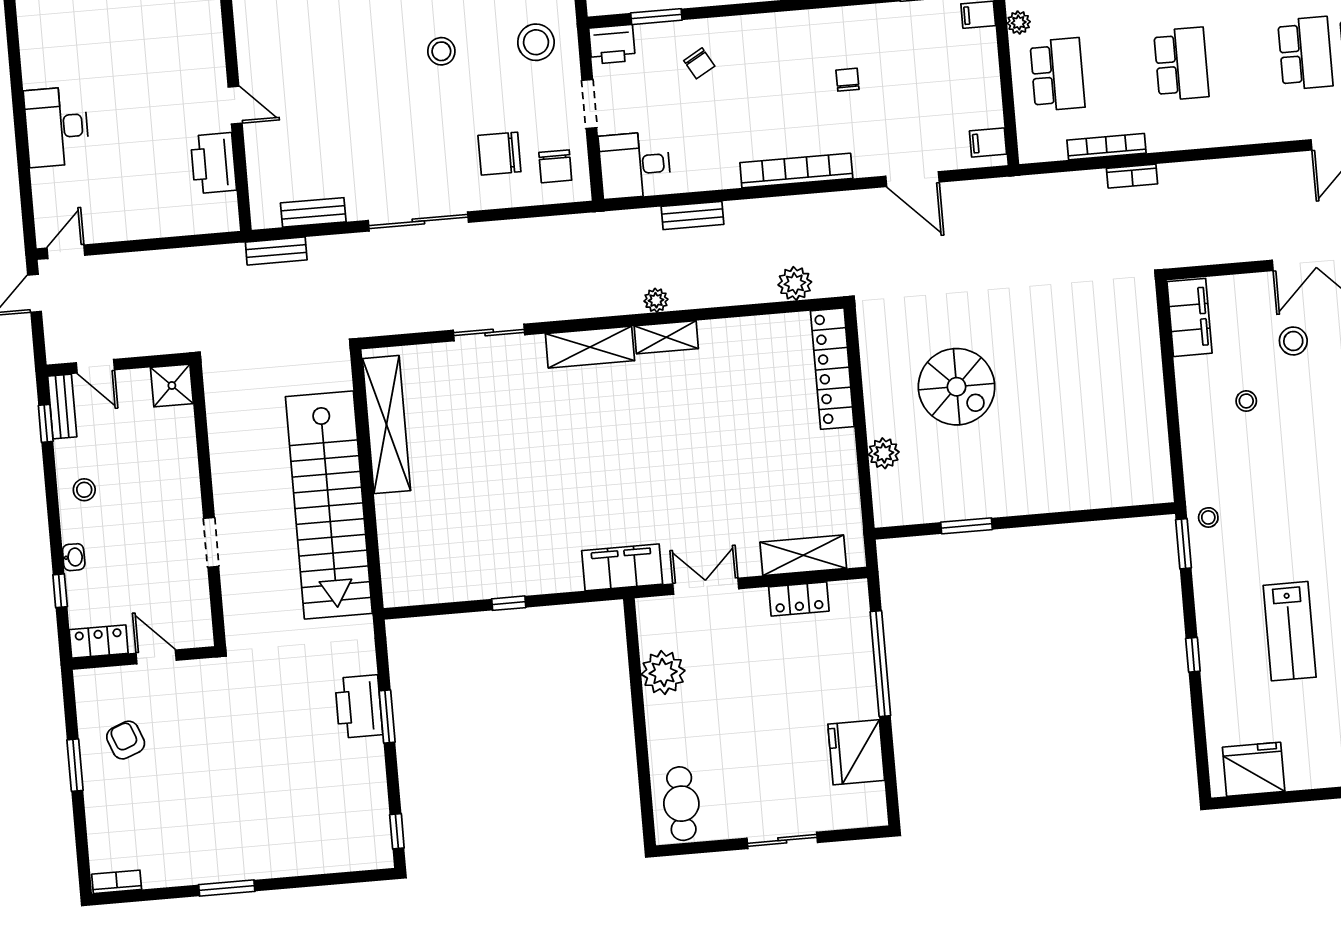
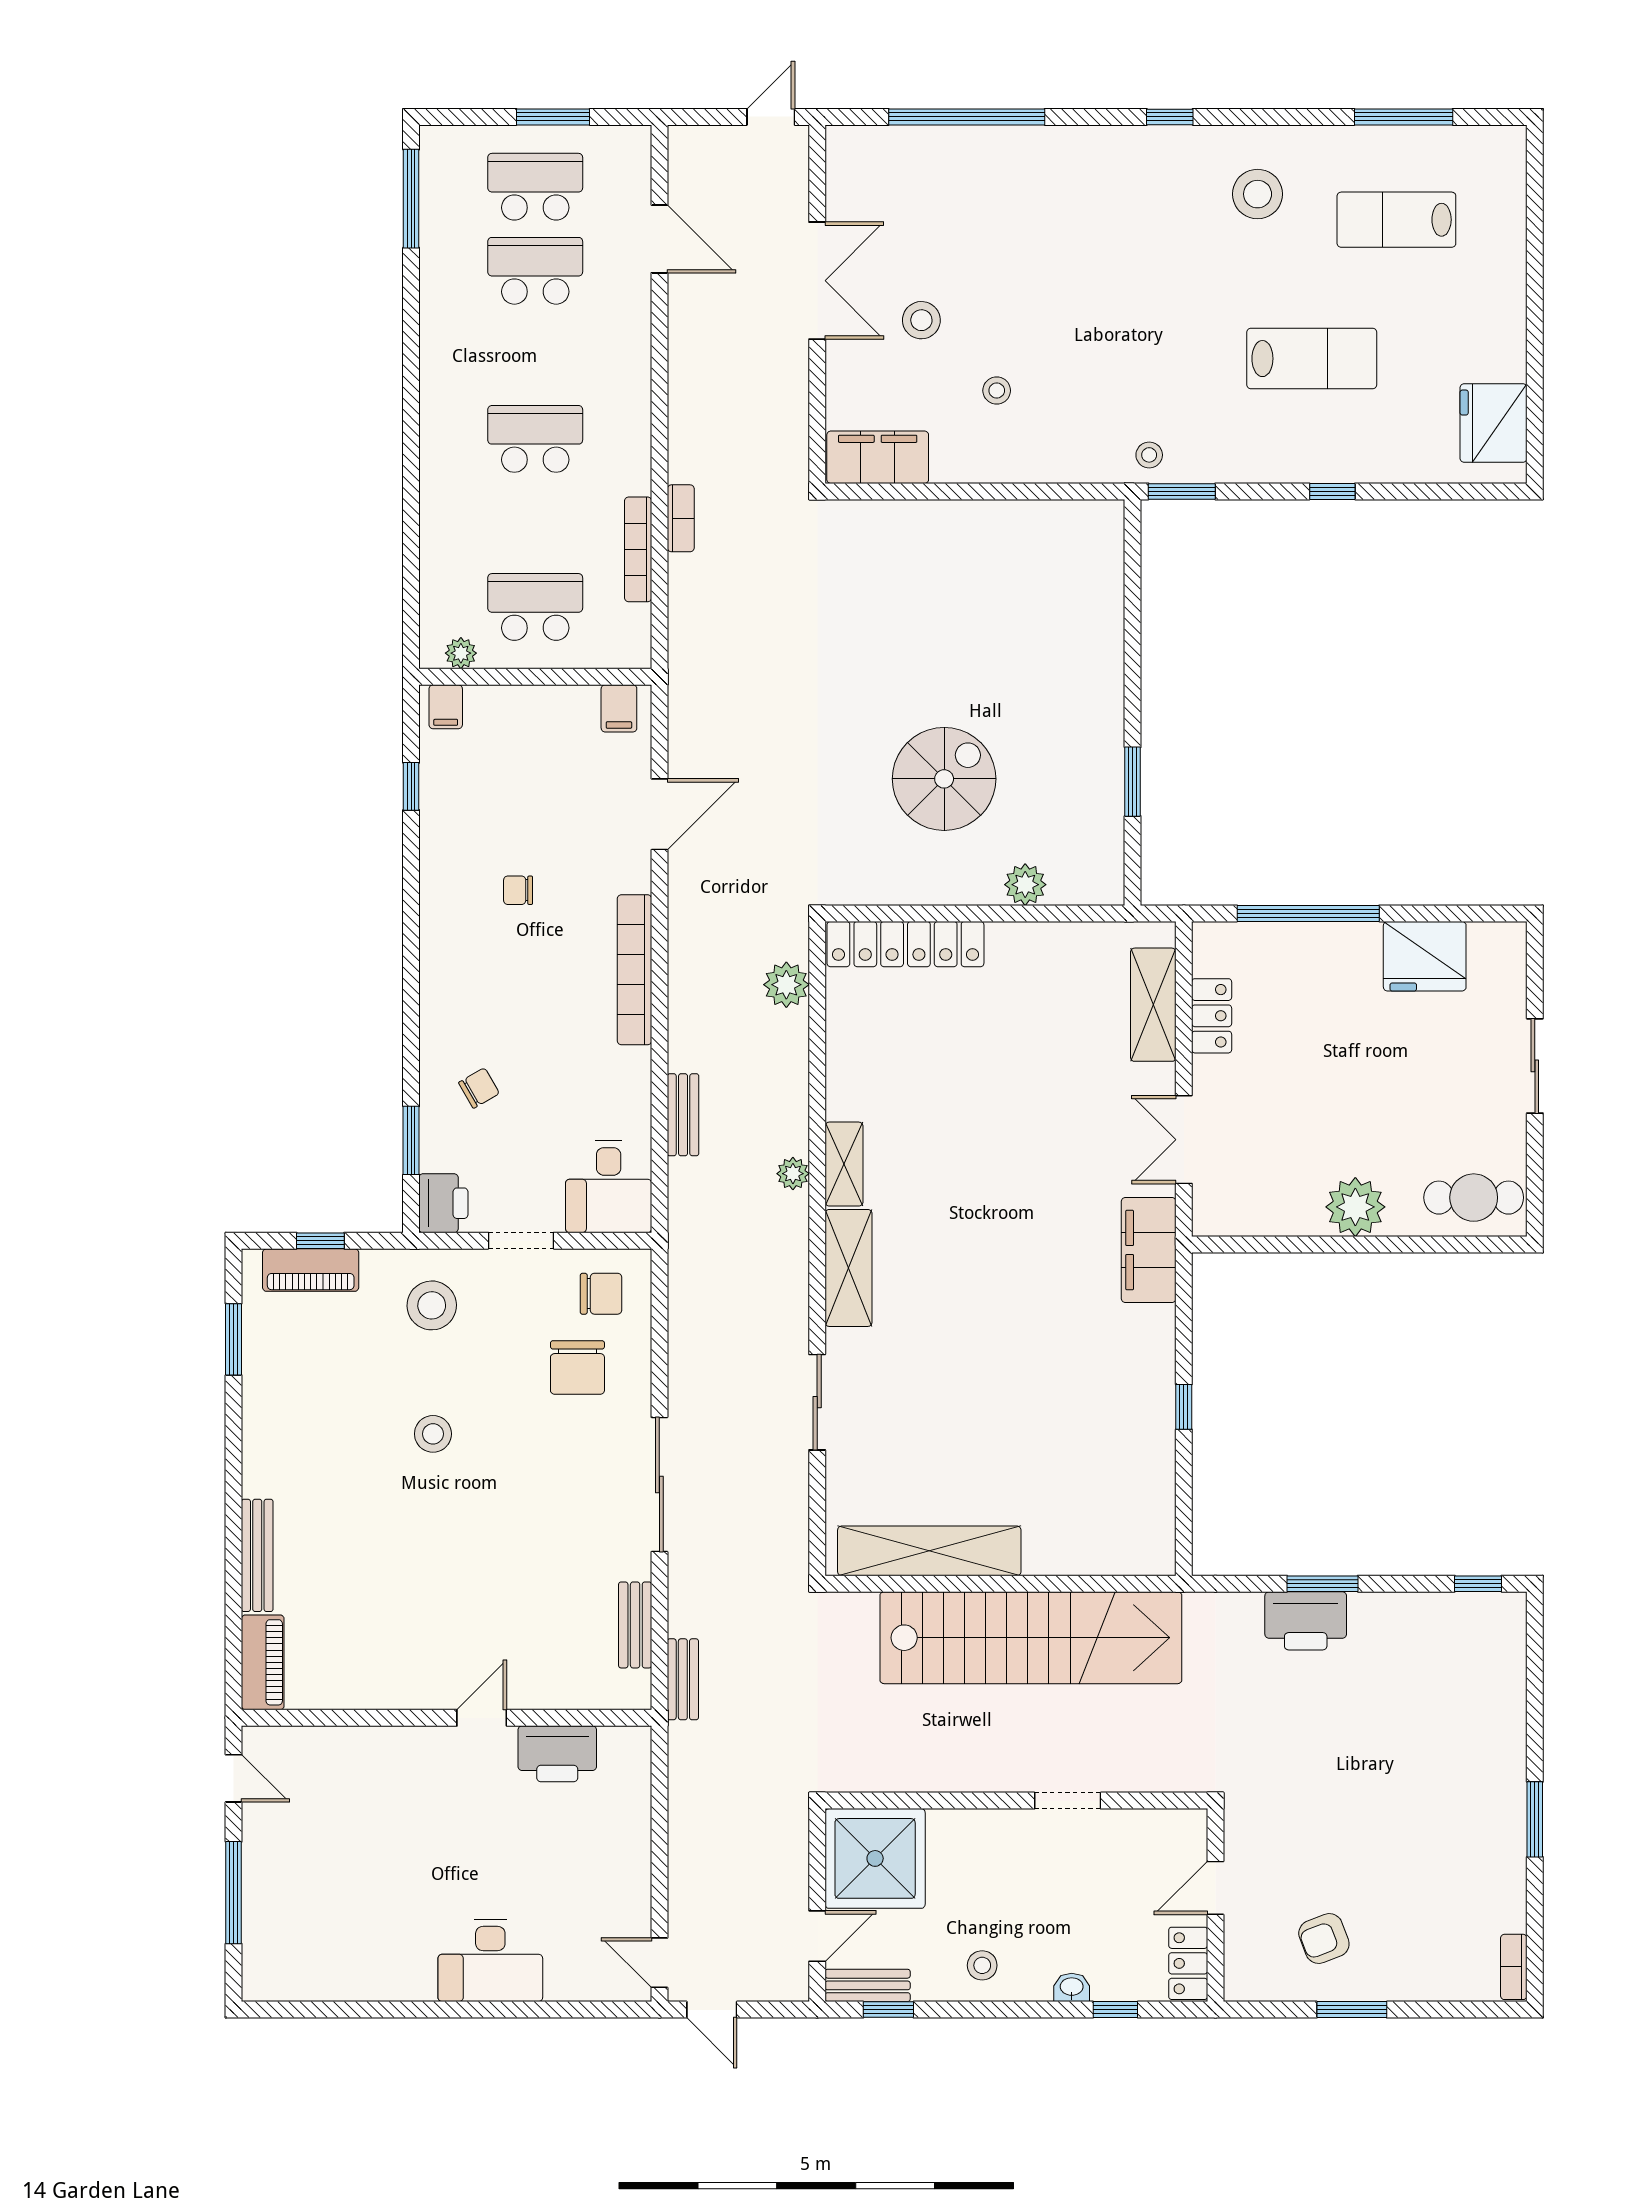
shower: (172, 385) -> (875, 1858), width x1.86, depth x1.86
plant: (663, 672) -> (1355, 1207), moved

